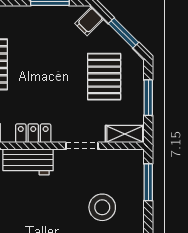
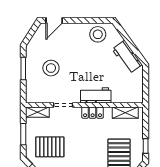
pallet: (104, 77) -> (50, 147), turned 90
window: (148, 182) -> (23, 69), moved

